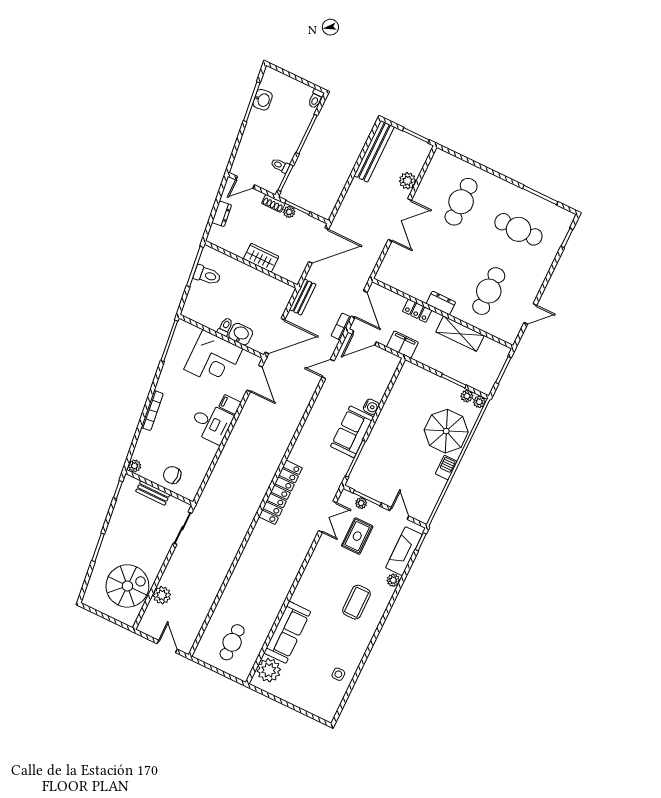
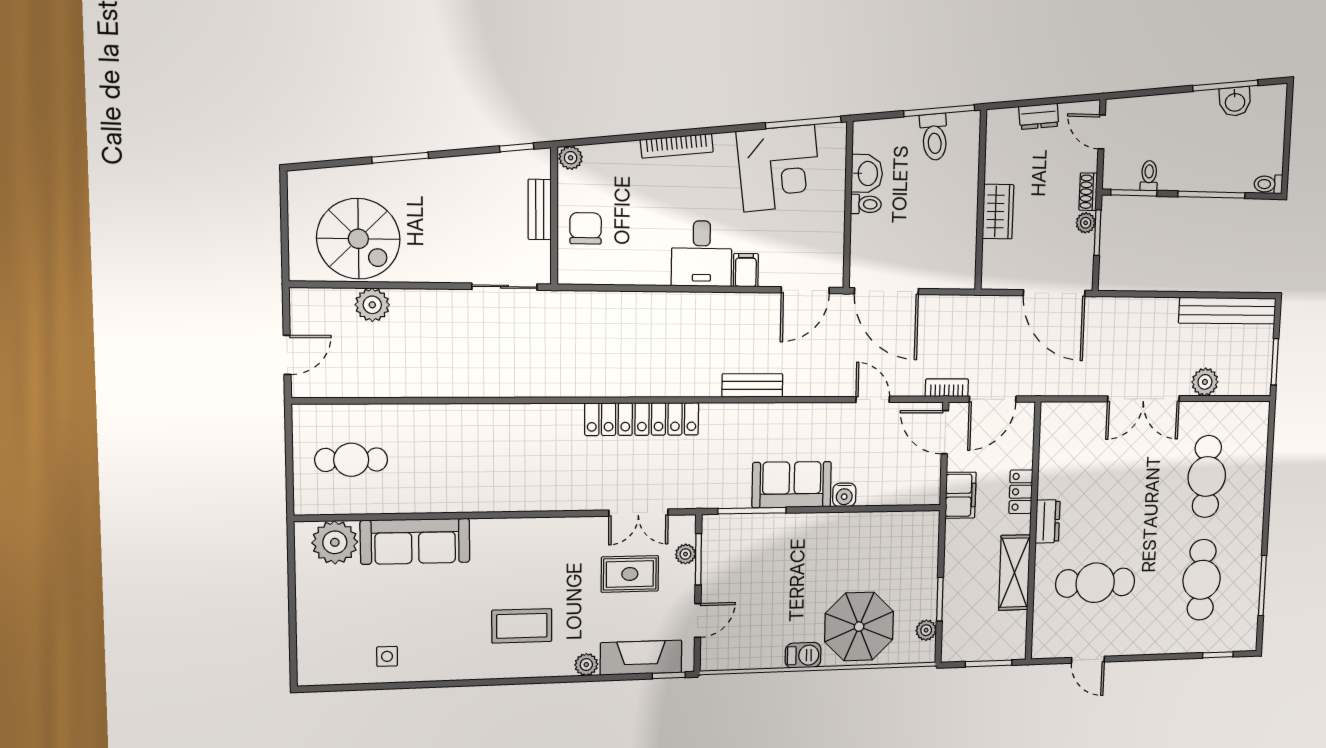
cafe table: (461, 202) -> (1207, 477), turned 90
bench: (303, 297) -> (752, 385), moved
washbasin: (241, 334) -> (867, 173), moved
corner desk: (213, 359) -> (779, 168), moved, turned -97
plant: (479, 402) -> (926, 653), removed

